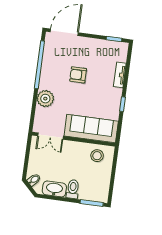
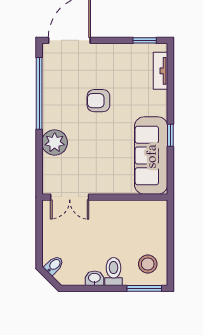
tv unit: (120, 75) -> (160, 71), moved
sofa: (91, 129) -> (151, 156), moved, turned -90
stool: (97, 156) -> (148, 264), moved
washbasin: (54, 189) -> (94, 278), width x0.52, depth x0.69

